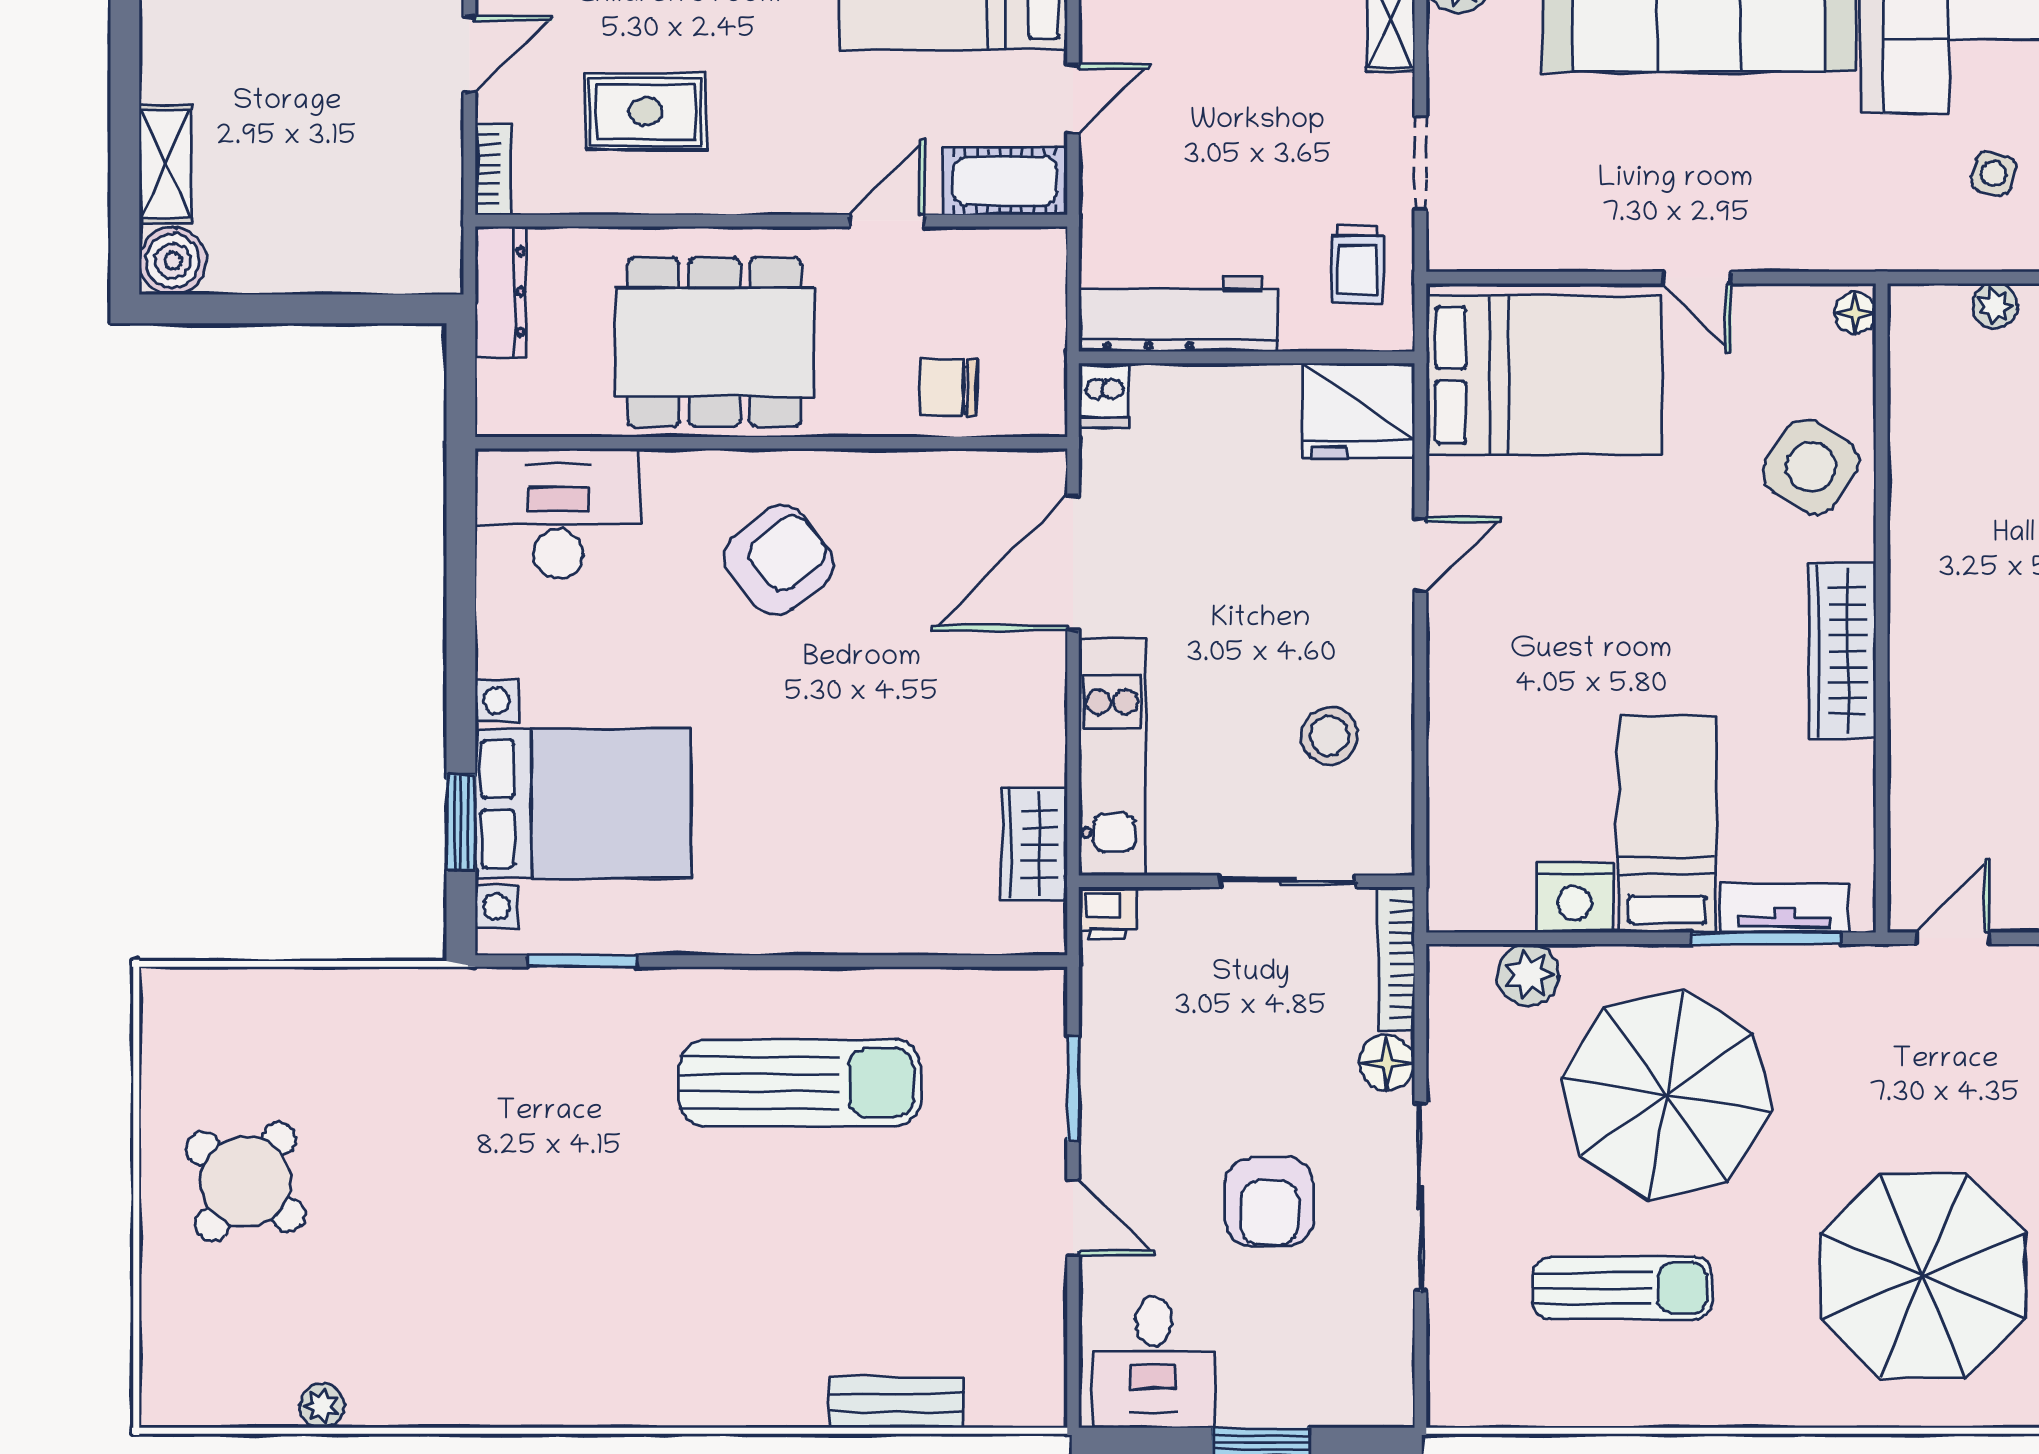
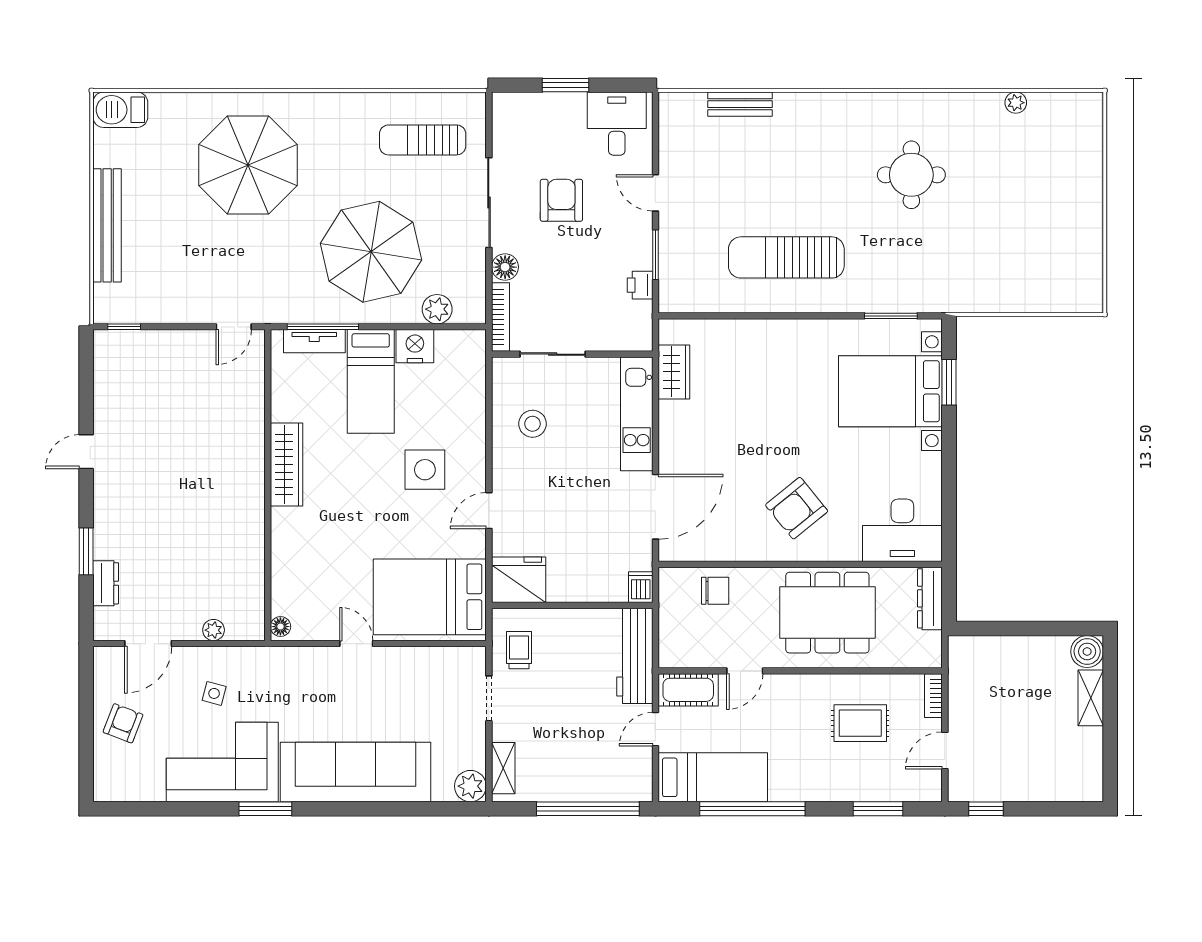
dresser: (501, 292) -> (930, 598), moved
workbench: (1179, 314) -> (635, 656), moved, turned 90
side table: (1811, 467) -> (425, 470), moved, turned -32
printer: (1108, 913) -> (640, 285), moved, turned -90
round table: (246, 1182) -> (911, 175), moved, turned -38
sun lounger: (1622, 1288) -> (423, 140), moved

